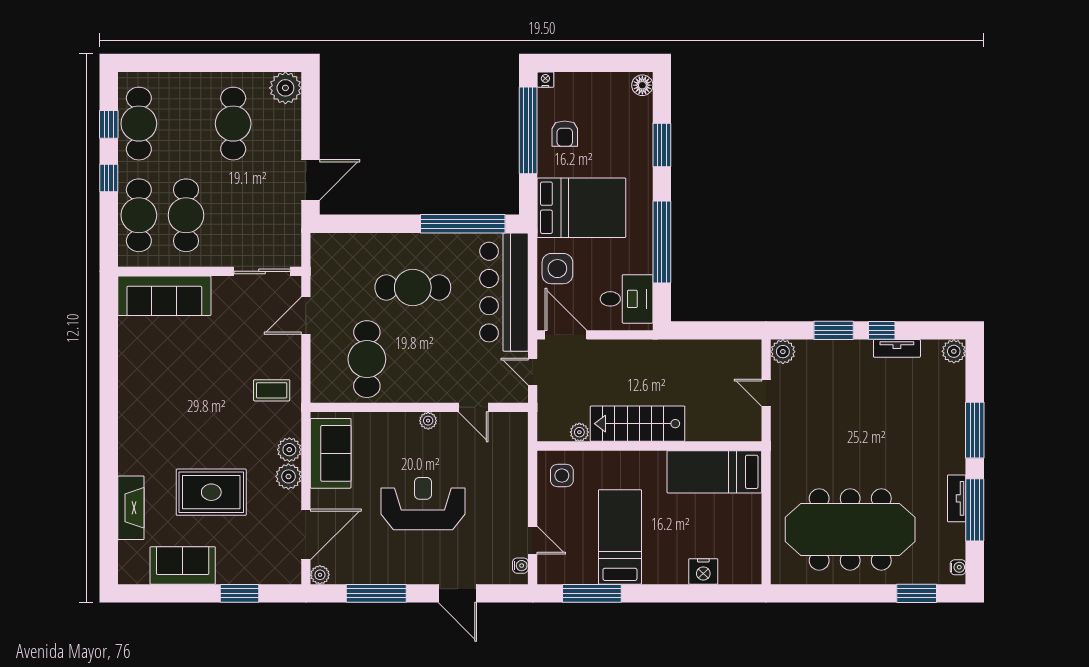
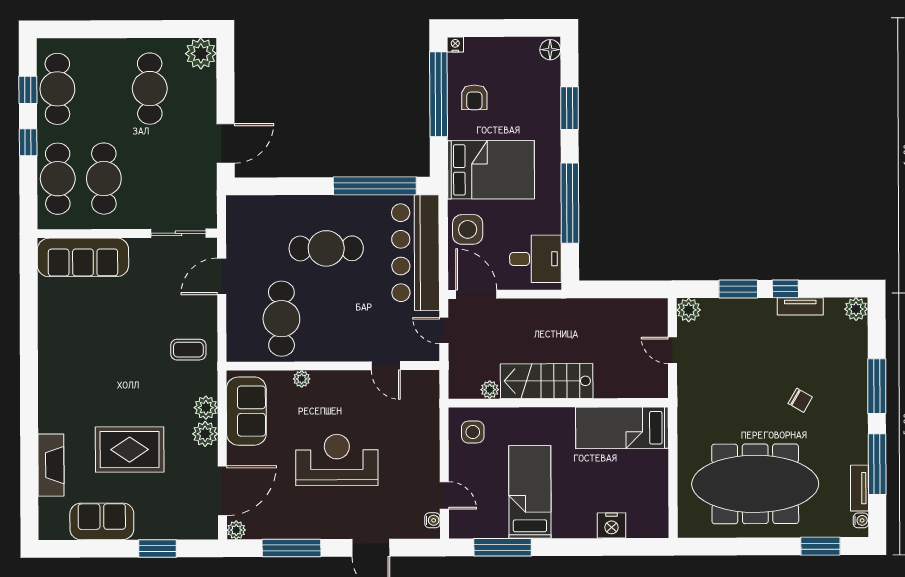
plant: (428, 421) -> (302, 379), moved
chair: (896, 444) -> (800, 400), added
tv unit: (957, 498) -> (859, 488), moved

